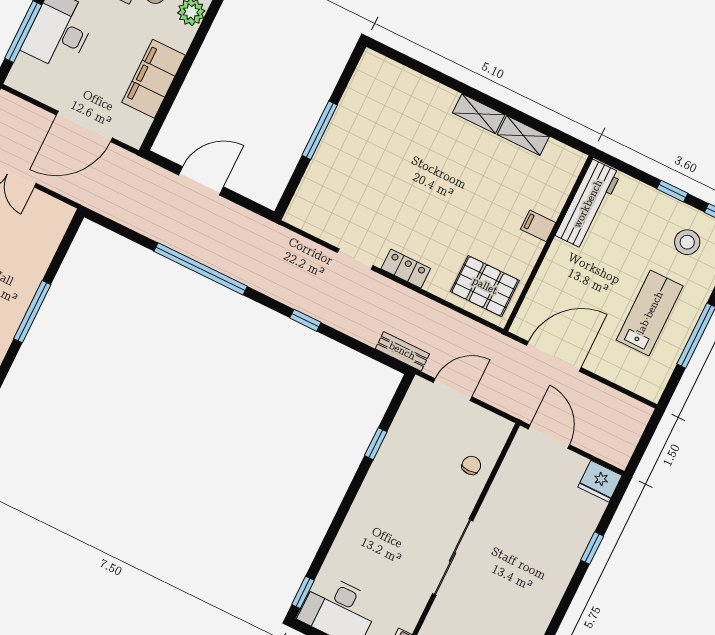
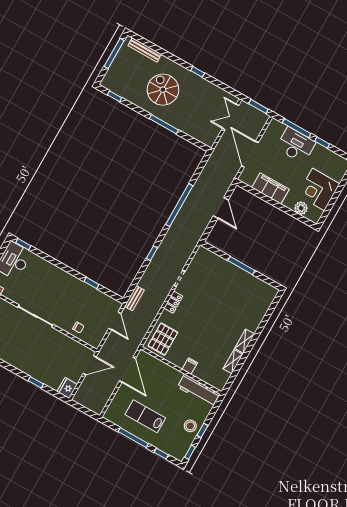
stool: (687, 242) -> (190, 426), moved
lab bench: (650, 313) -> (145, 416), turned 180

